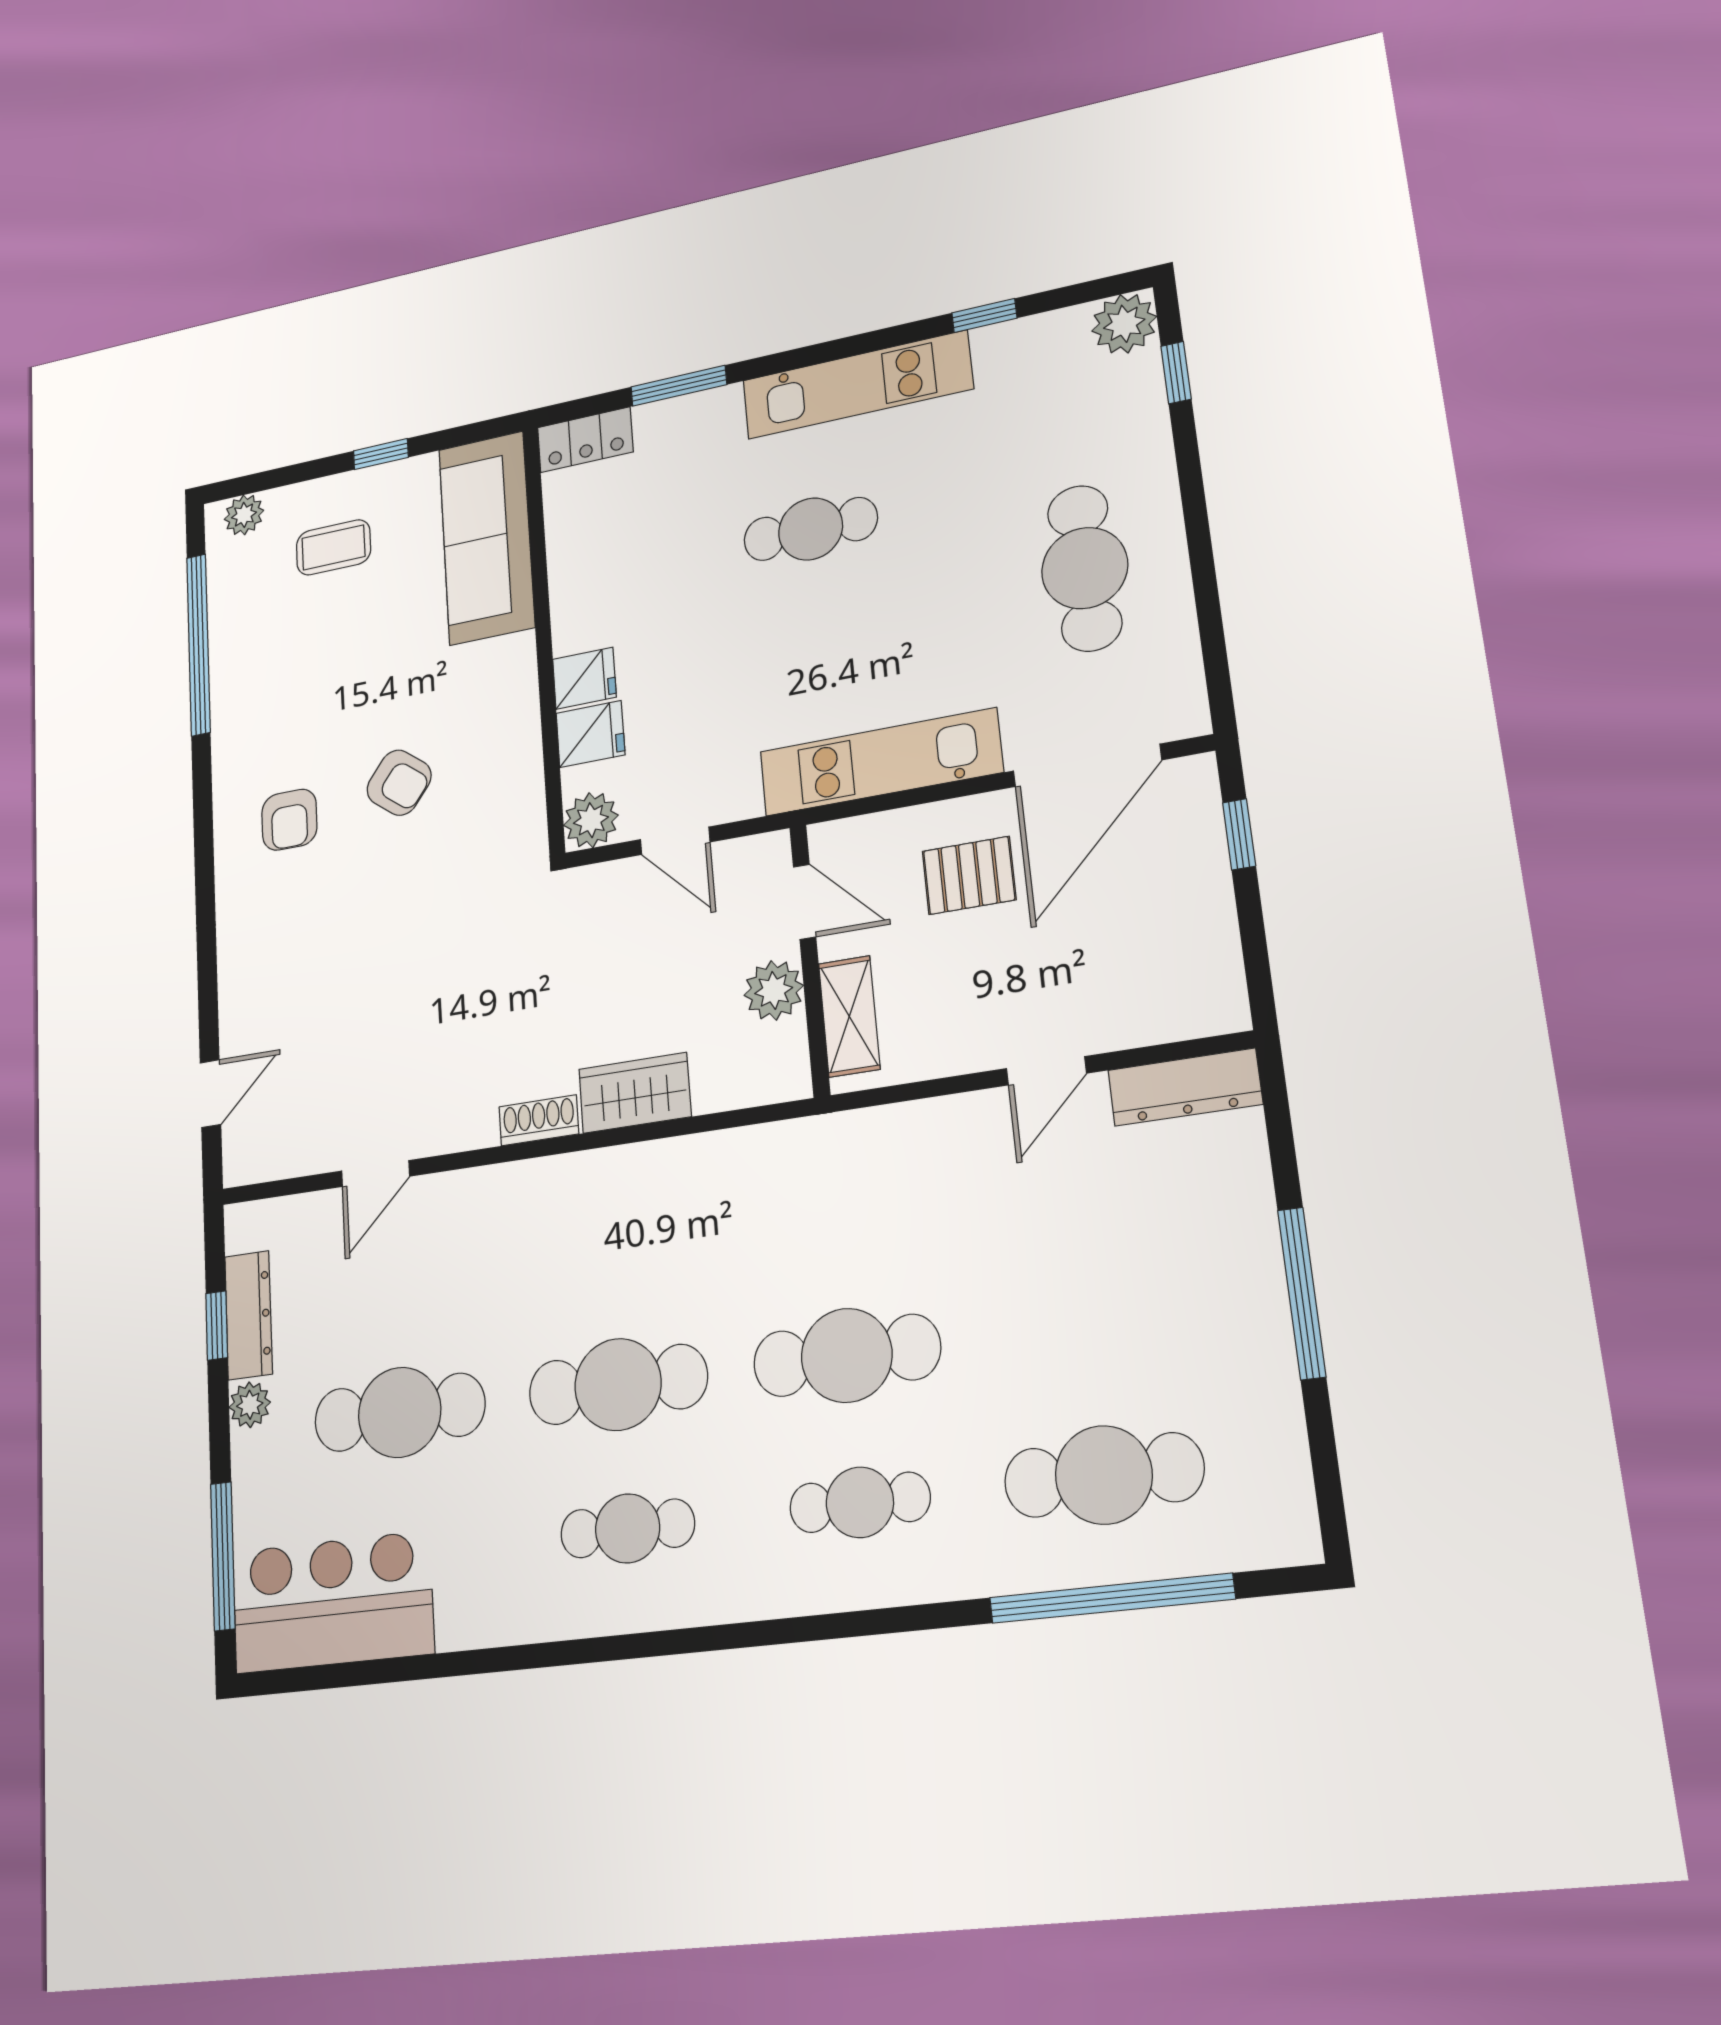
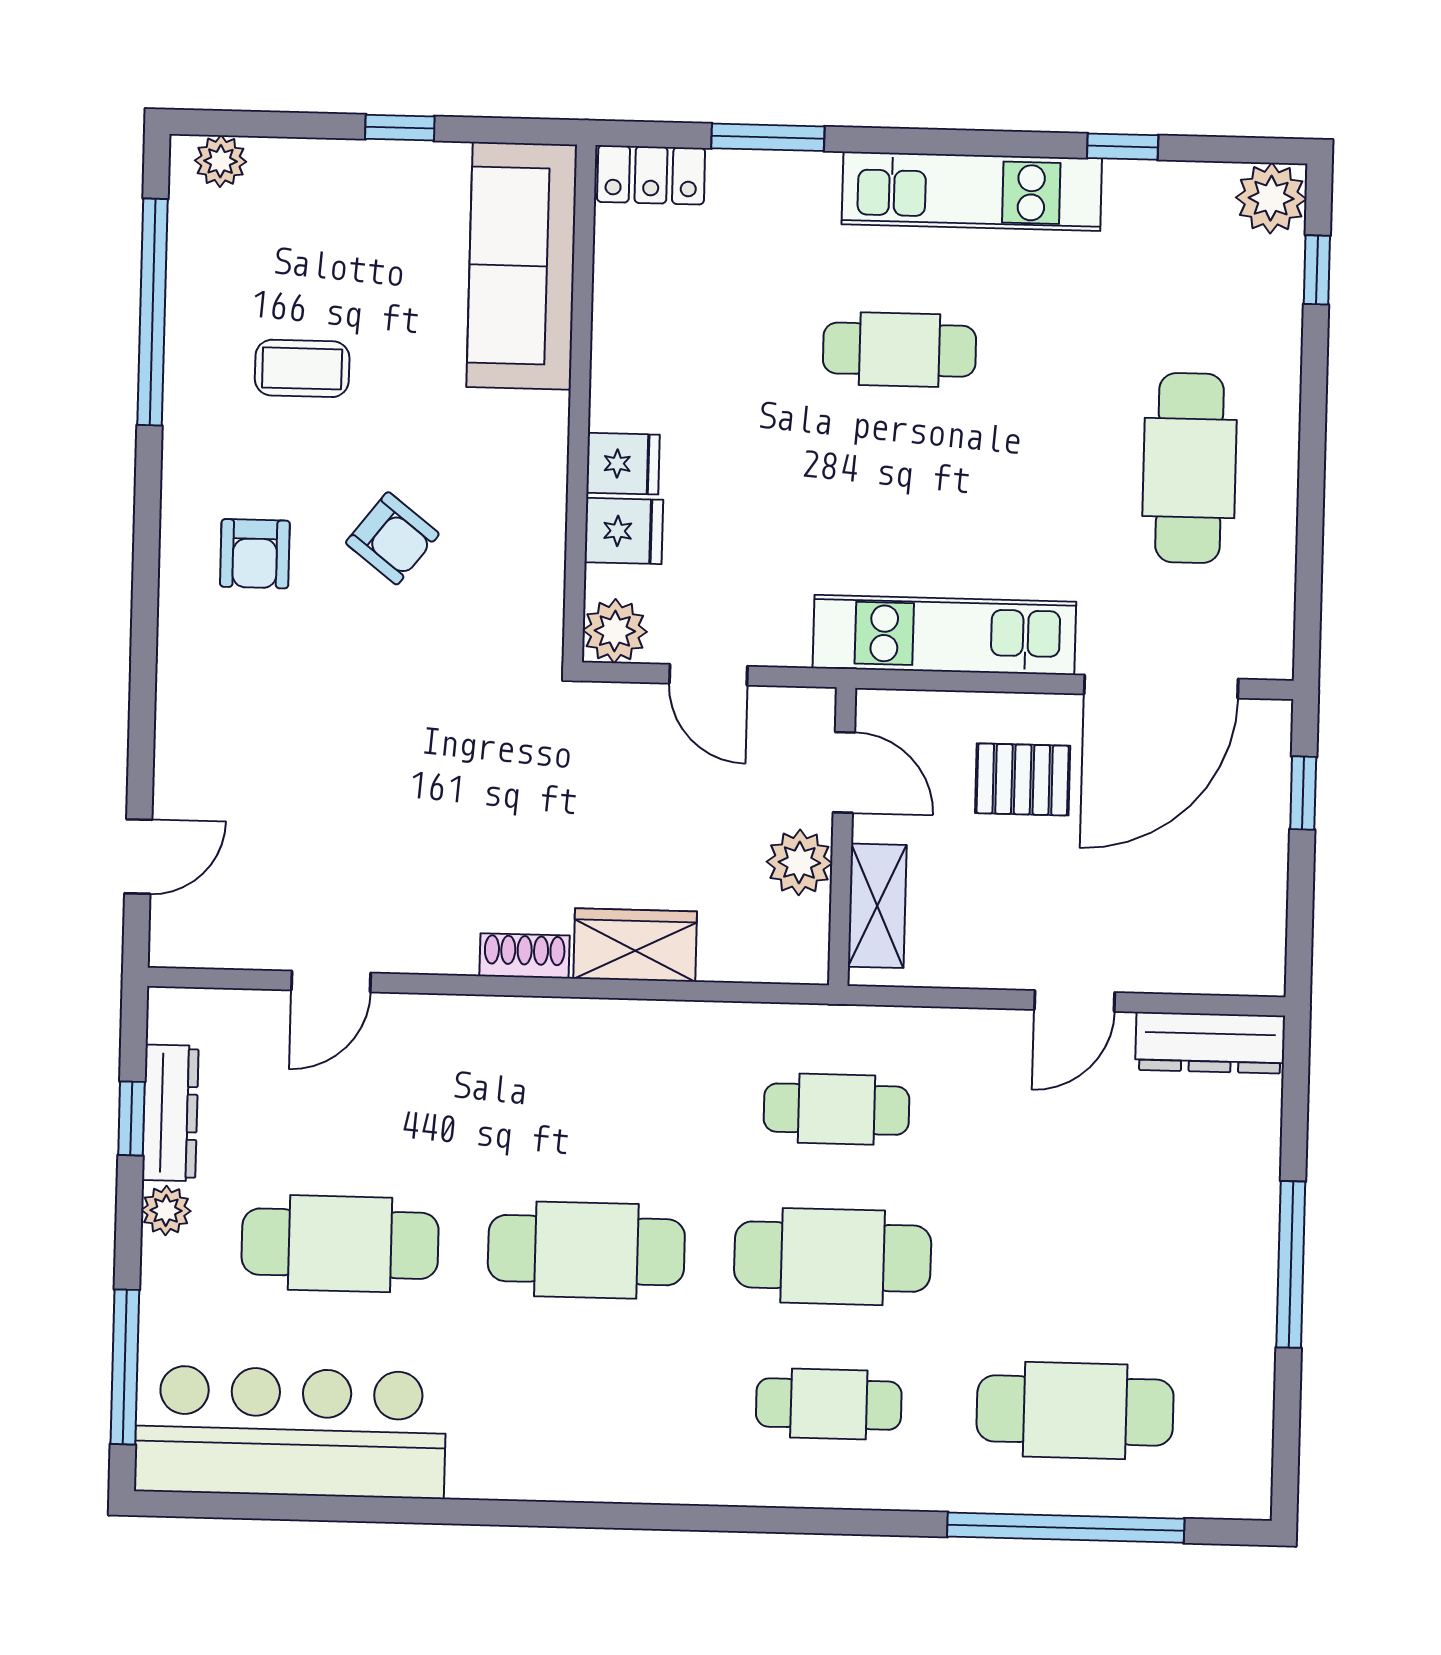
coffee table: (333, 547) -> (302, 368), moved
cafe table: (628, 1528) -> (837, 1109), moved
bar counter: (332, 1602) -> (290, 1432), width x1.36

